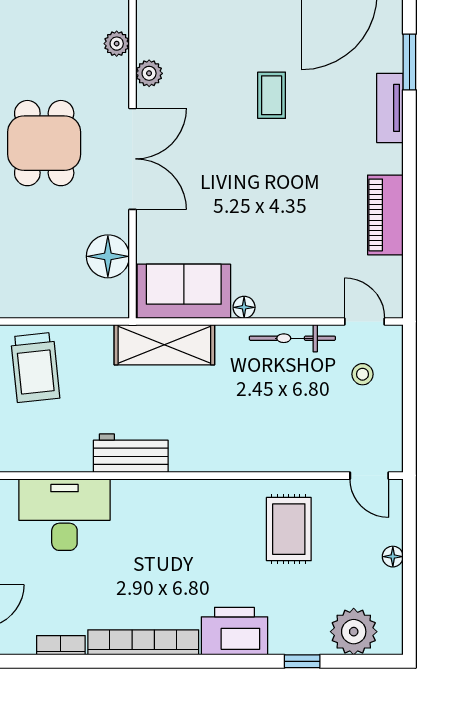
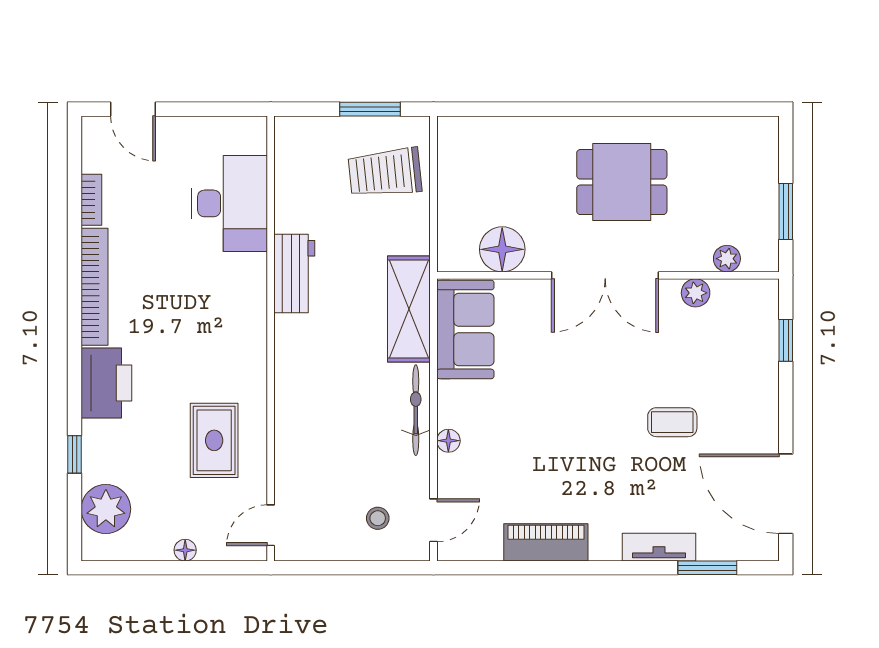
floor lamp: (244, 307) -> (448, 441), moved
bicycle: (292, 338) -> (416, 410), moved
rug: (289, 529) -> (214, 440), turned 90

